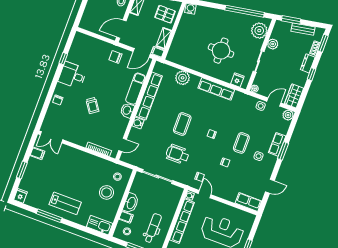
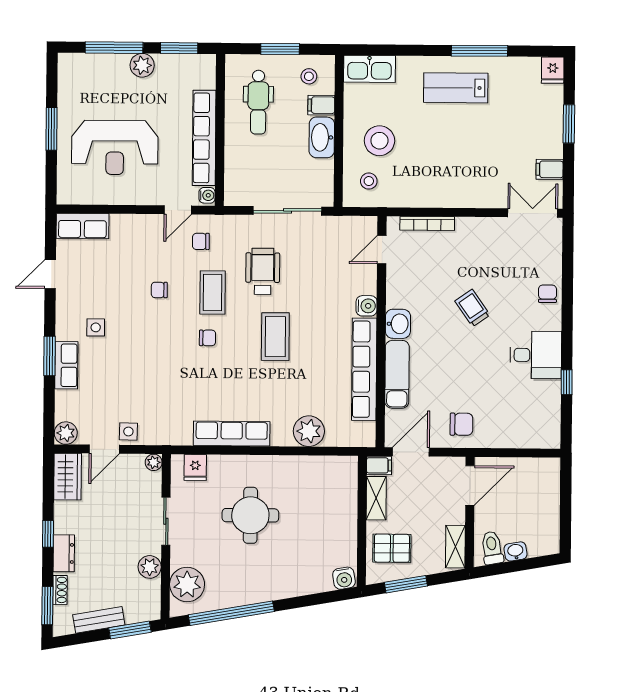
coffee table: (241, 143) -> (213, 293), moved
wheelchair: (177, 154) -> (263, 271), turned -90
door: (205, 194) -> (178, 210), hinge flipped

